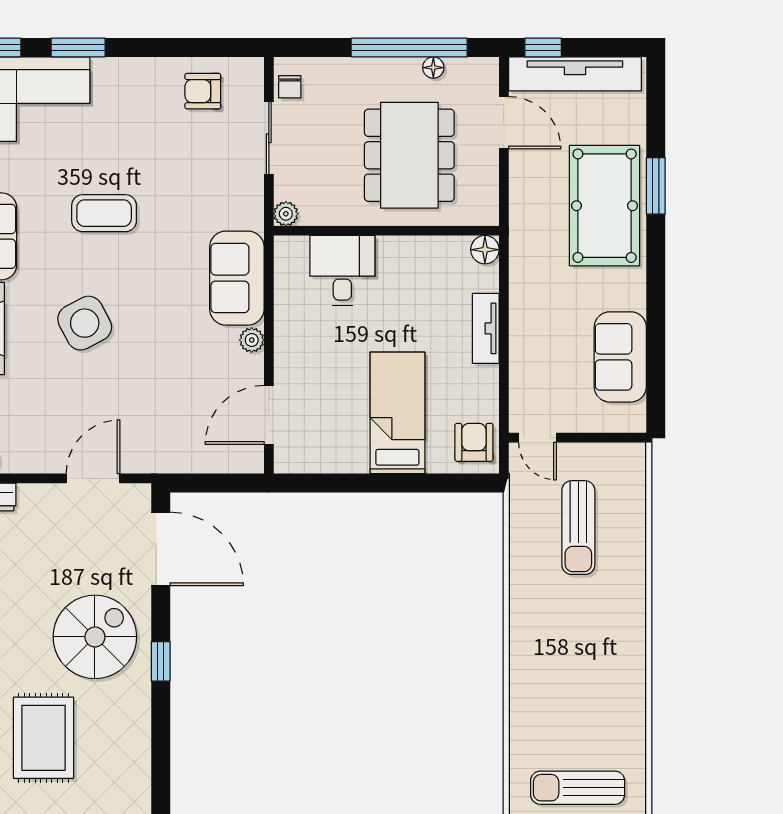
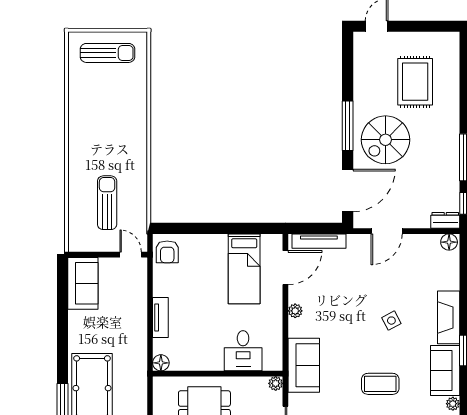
sofa: (237, 278) -> (304, 365), moved
side table: (85, 323) -> (391, 321), width x0.54, depth x0.54
sofa: (620, 357) -> (83, 283), moved
bed: (397, 413) -> (244, 269), moved
tv unit: (211, 461) -> (319, 241), added
door: (161, 549) -> (348, 190), swing flipped
window: (161, 661) -> (348, 126), width x2.17

